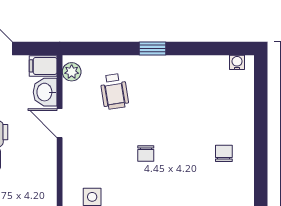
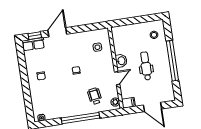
window: (153, 49) -> (80, 118), width x3.17
washbasin: (45, 92) -> (121, 61), moved
door: (60, 123) -> (117, 78), hinge flipped

